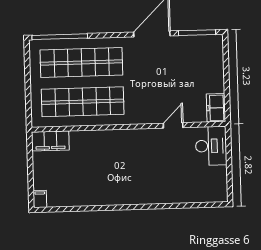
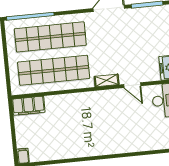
shelving: (144, 118) -> (107, 80), added
door: (173, 125) -> (132, 85), swing flipped

